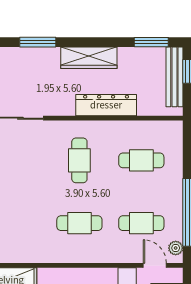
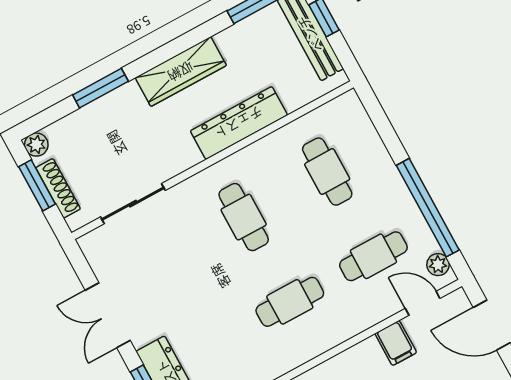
cafe table: (141, 160) -> (327, 172), turned 90

